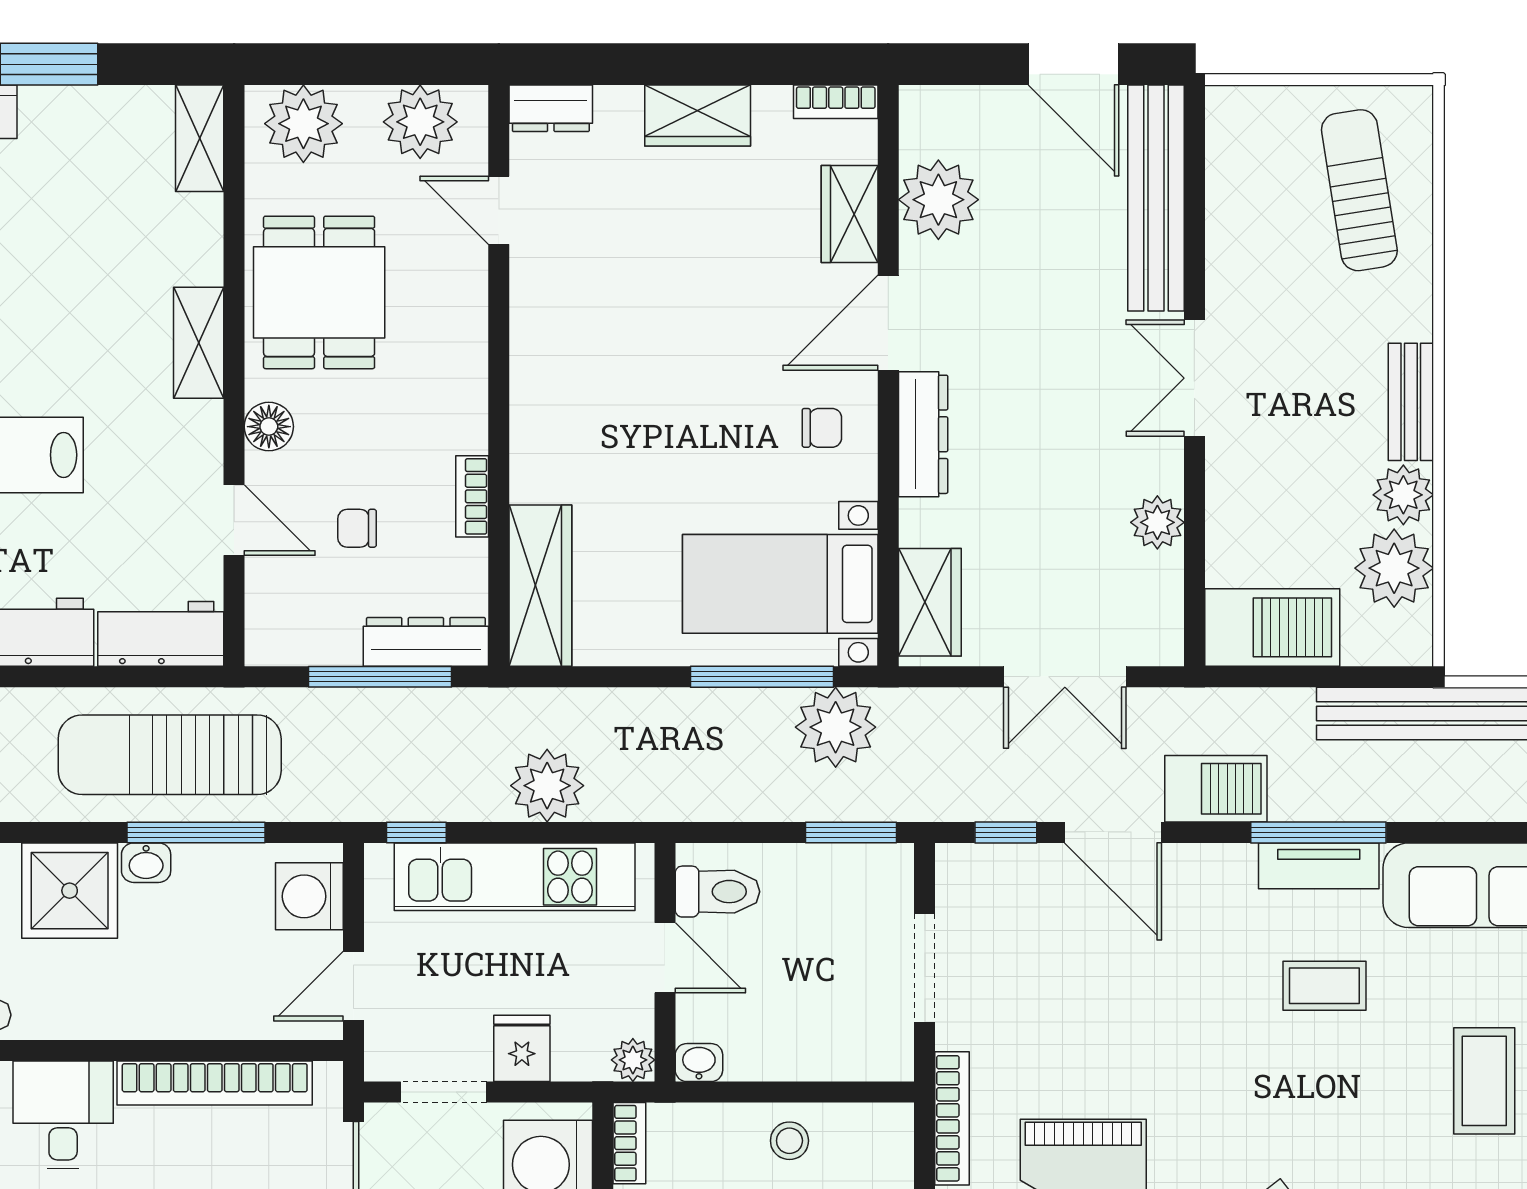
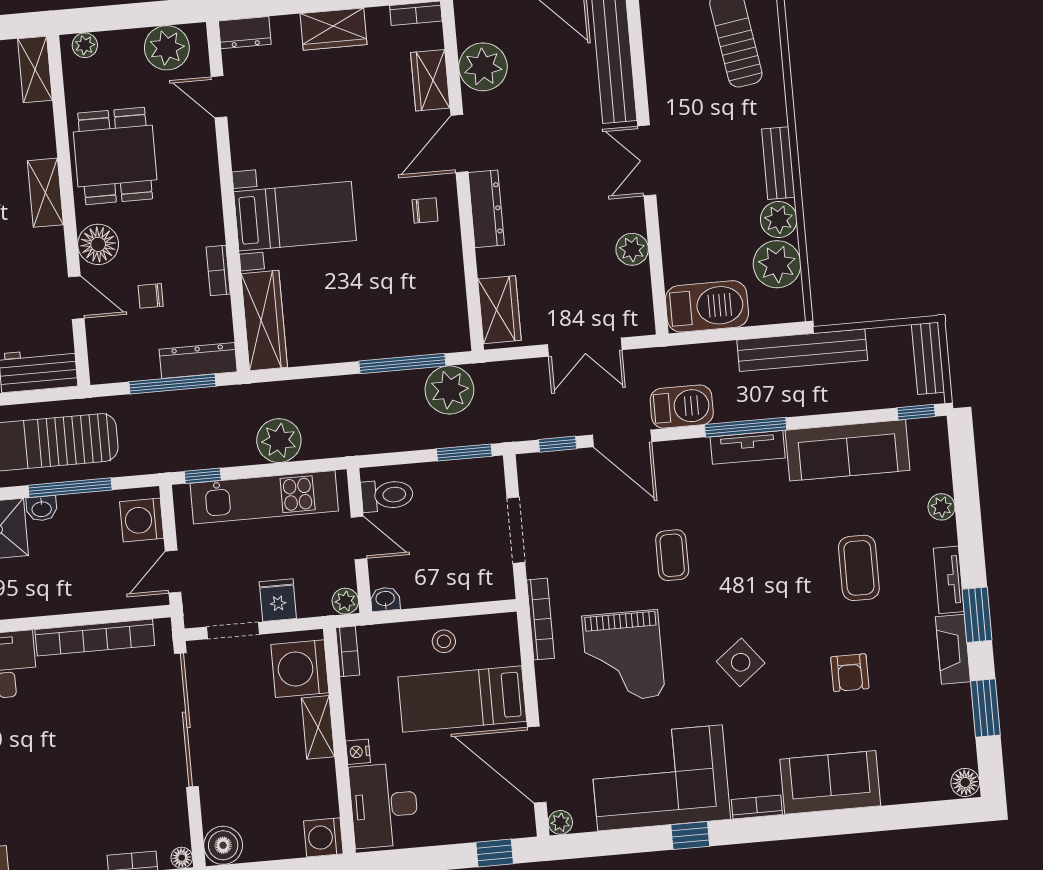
plant: (303, 124) -> (85, 45), width x0.53, depth x0.53
floor lamp: (269, 427) -> (98, 244), width x1.38, depth x1.38
bed with nightstands: (780, 584) -> (295, 216), moved, turned 180
coffee table: (1324, 986) -> (672, 555), moved, turned 90

